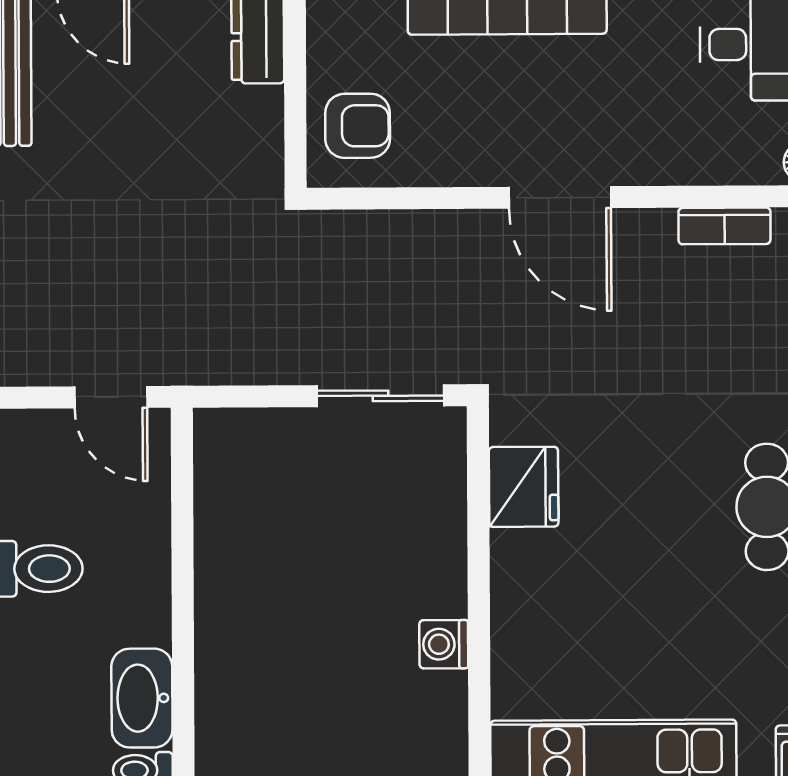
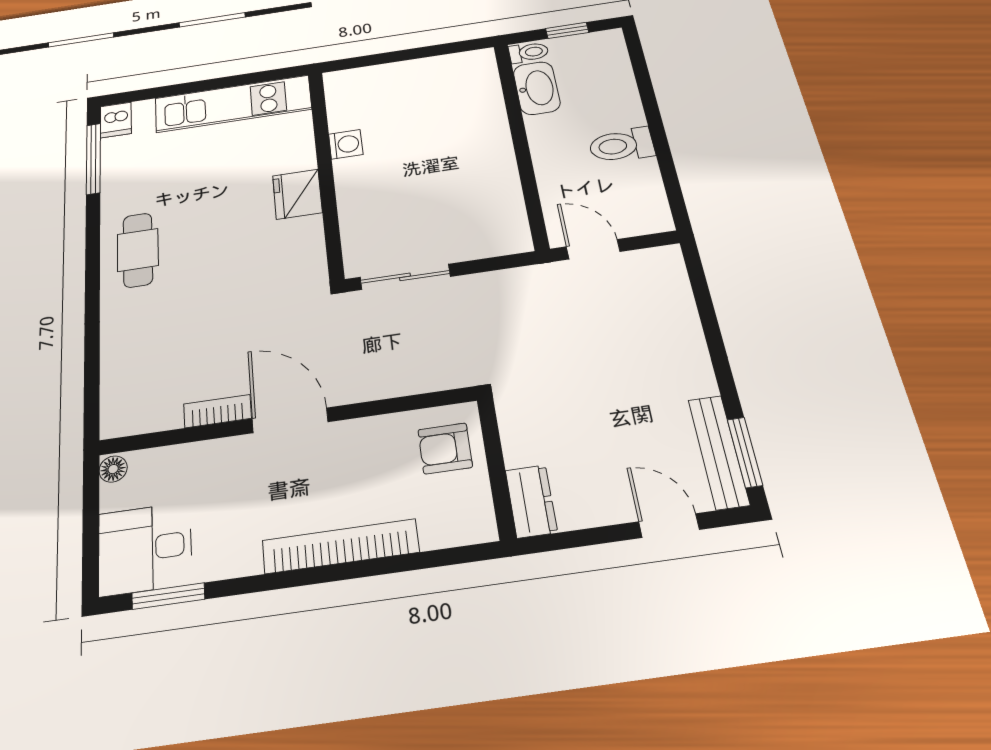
bookcase: (724, 226) -> (217, 411), moved
fridge: (524, 487) -> (297, 194), moved

